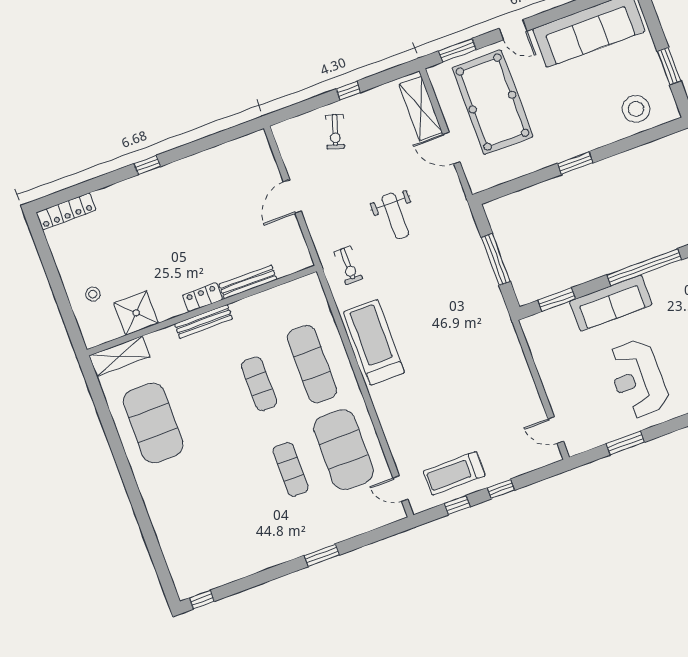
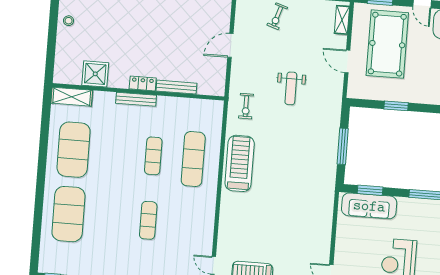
shelving: (421, 109) -> (342, 20), width x0.67, depth x0.75
window: (575, 163) -> (396, 106), moved
stool: (93, 294) -> (69, 21), moved
sofa: (611, 303) -> (369, 206), moved
exercise mat: (344, 450) -> (68, 214), moved

